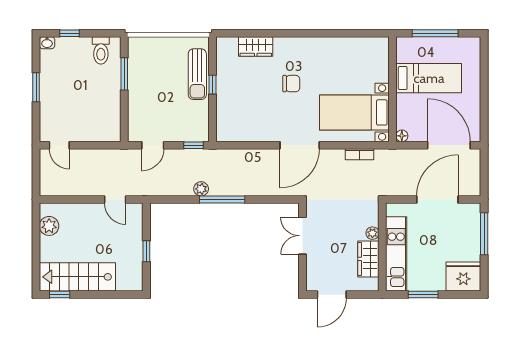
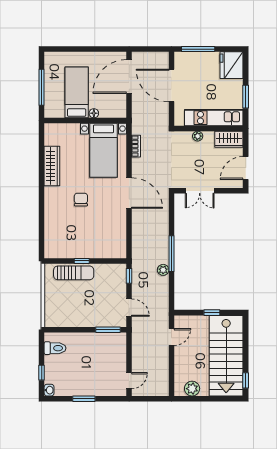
wardrobe: (256, 46) -> (52, 166), moved, width x1.50
window: (124, 74) -> (108, 330), moved
floor lamp: (402, 136) -> (94, 113), moved
wardrobe: (368, 259) -> (229, 139), moved
stairs: (77, 277) -> (226, 356), width x1.36, depth x1.51
door: (332, 295) -> (246, 168), swing flipped

